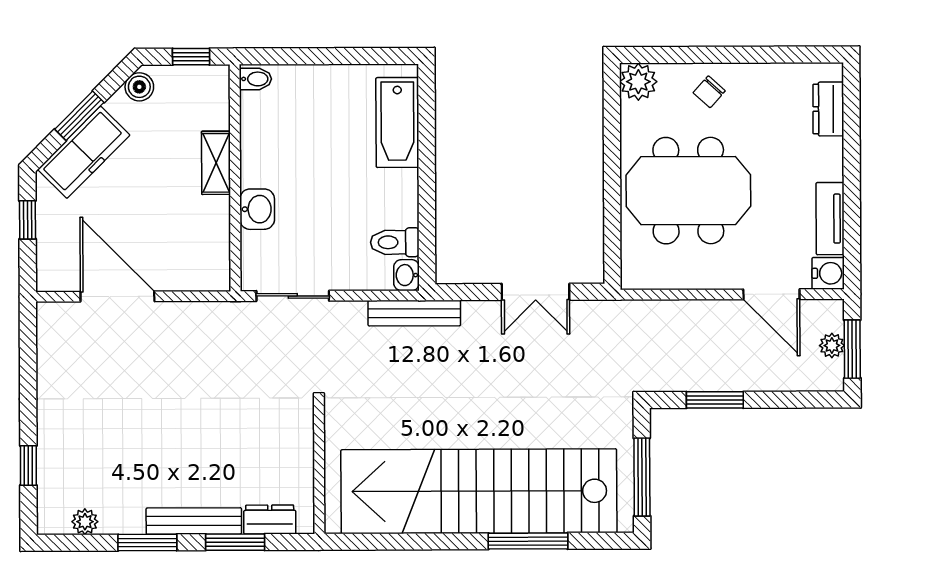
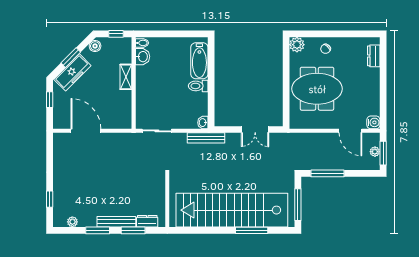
washbasin: (257, 209) -> (143, 57), moved
tv unit: (830, 219) -> (374, 100), removed
toilet: (395, 242) -> (198, 86), moved
window: (715, 400) -> (327, 173), width x1.44

